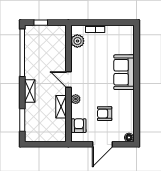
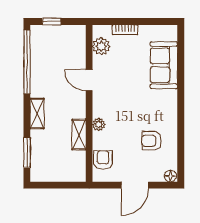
sofa: (124, 72) -> (164, 65), moved
door: (68, 79) -> (89, 80), moved
armchair: (105, 114) -> (151, 141), moved

